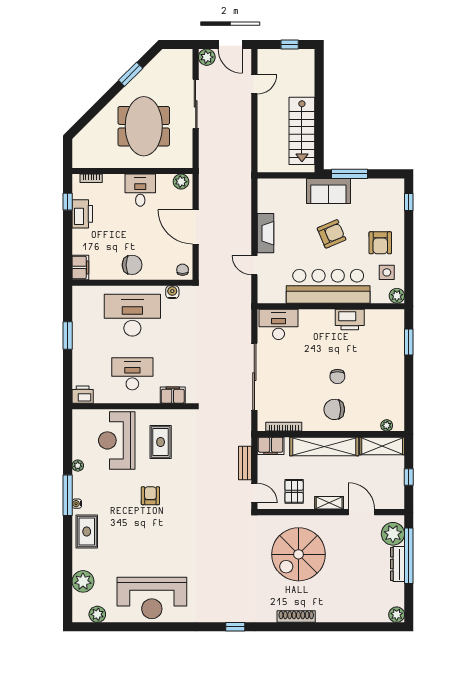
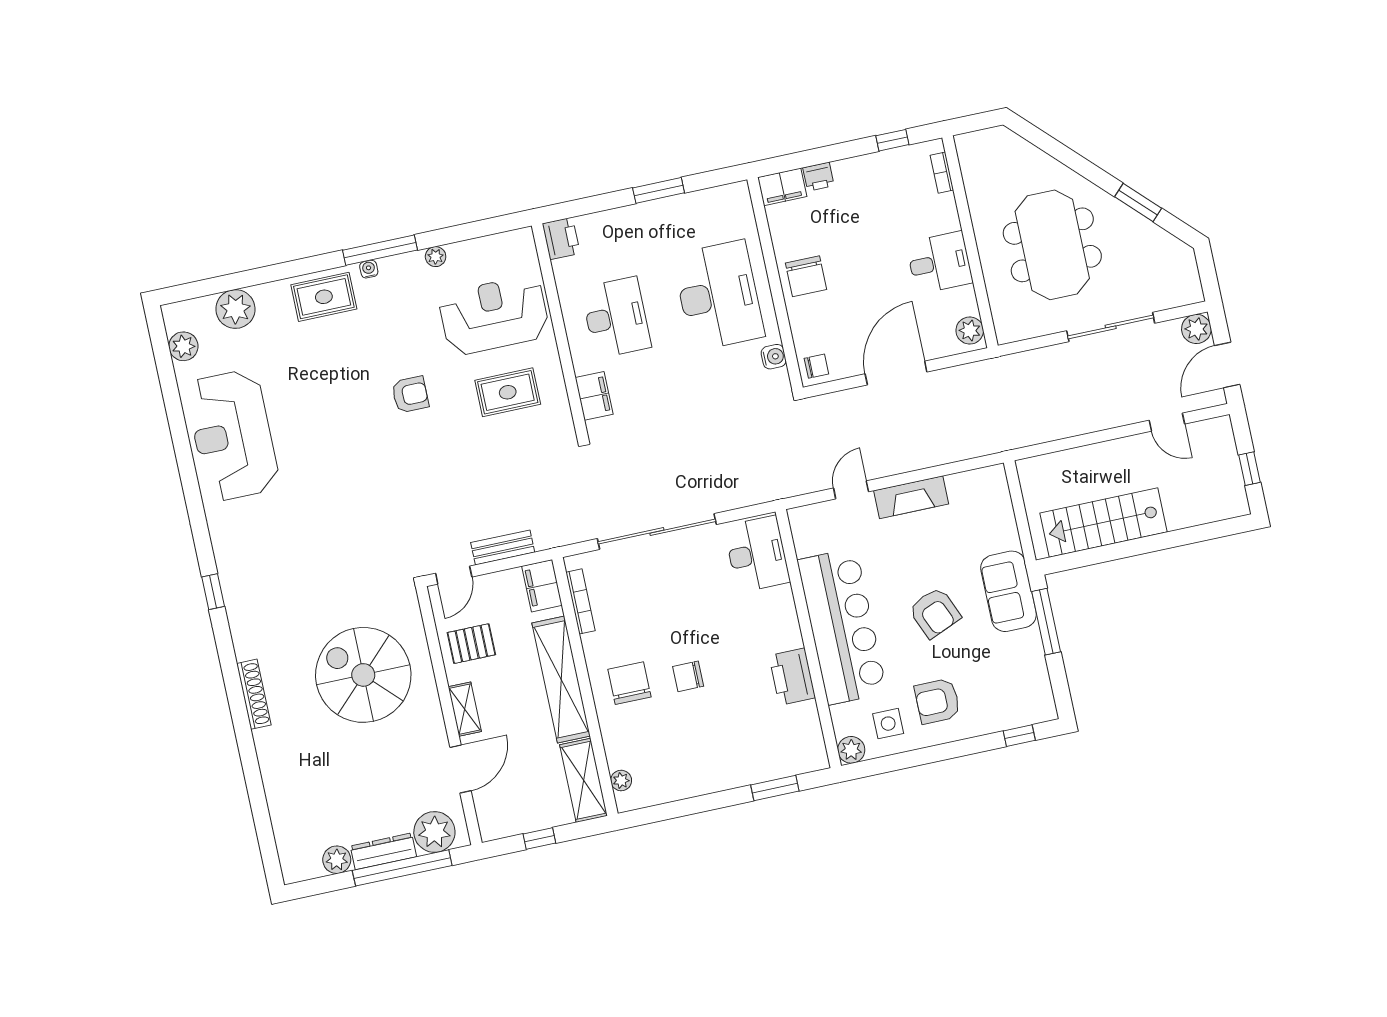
meeting table: (144, 126) -> (1052, 245), turned 90
printer: (82, 214) -> (818, 177), moved, width x0.53, depth x0.68
plant: (397, 615) -> (337, 860), moved

